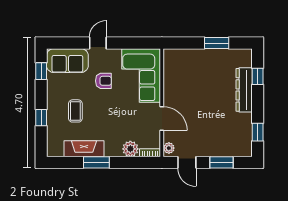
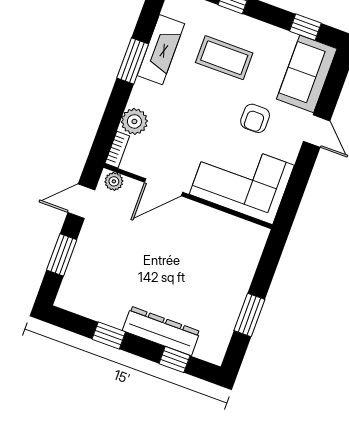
coffee table: (75, 111) -> (224, 58), width x1.36, depth x1.30
window: (258, 132) -> (109, 335), moved

